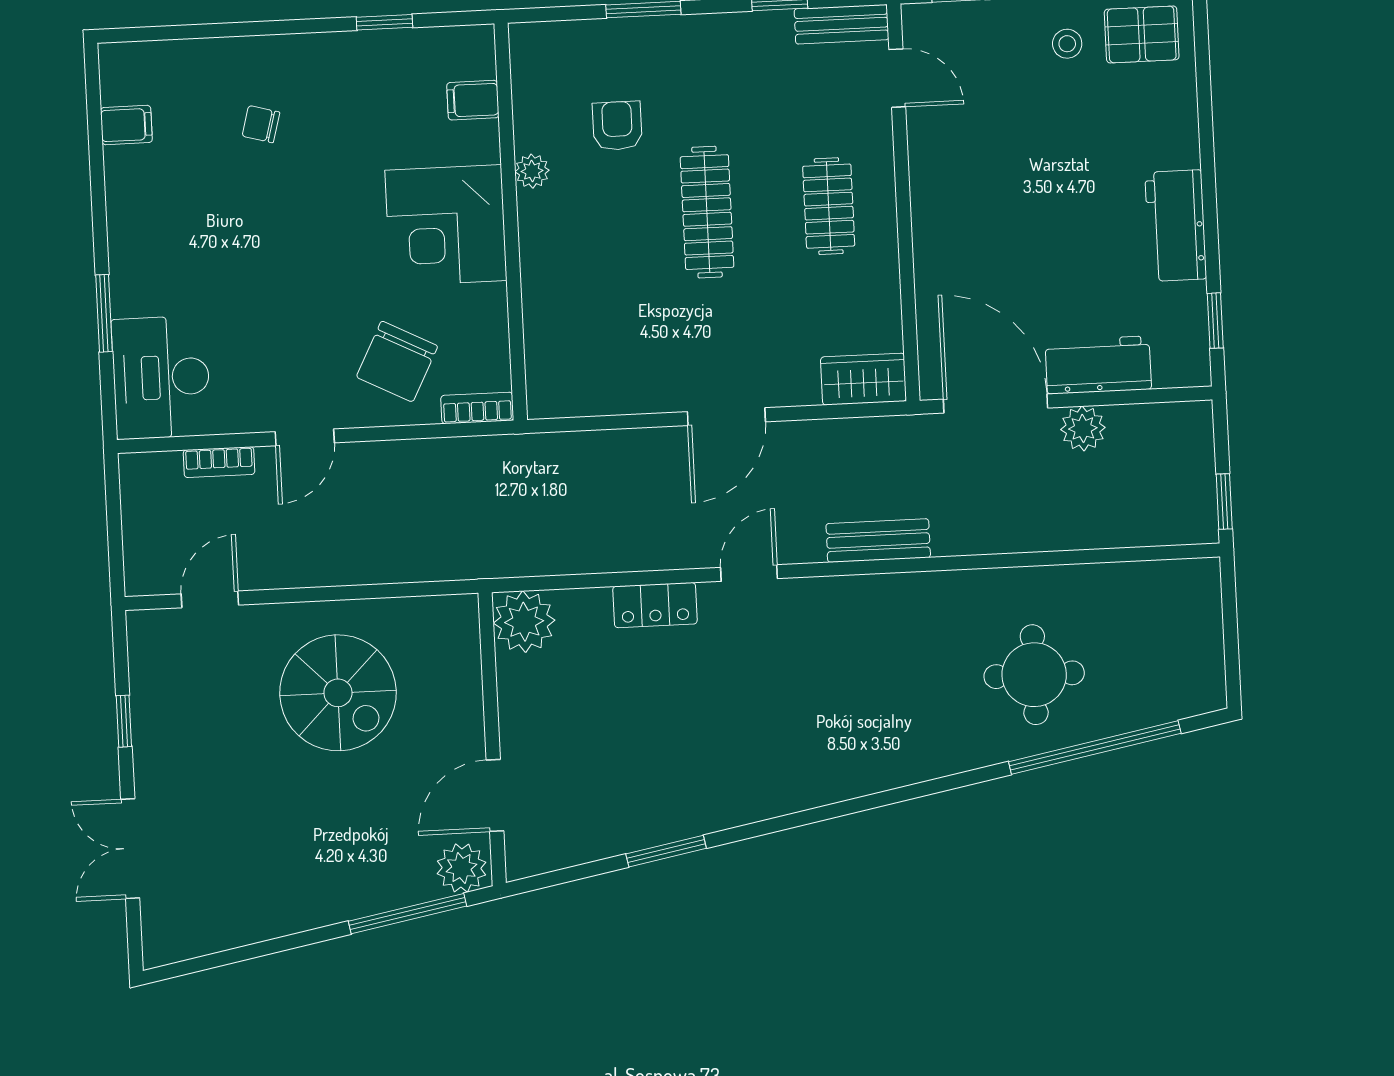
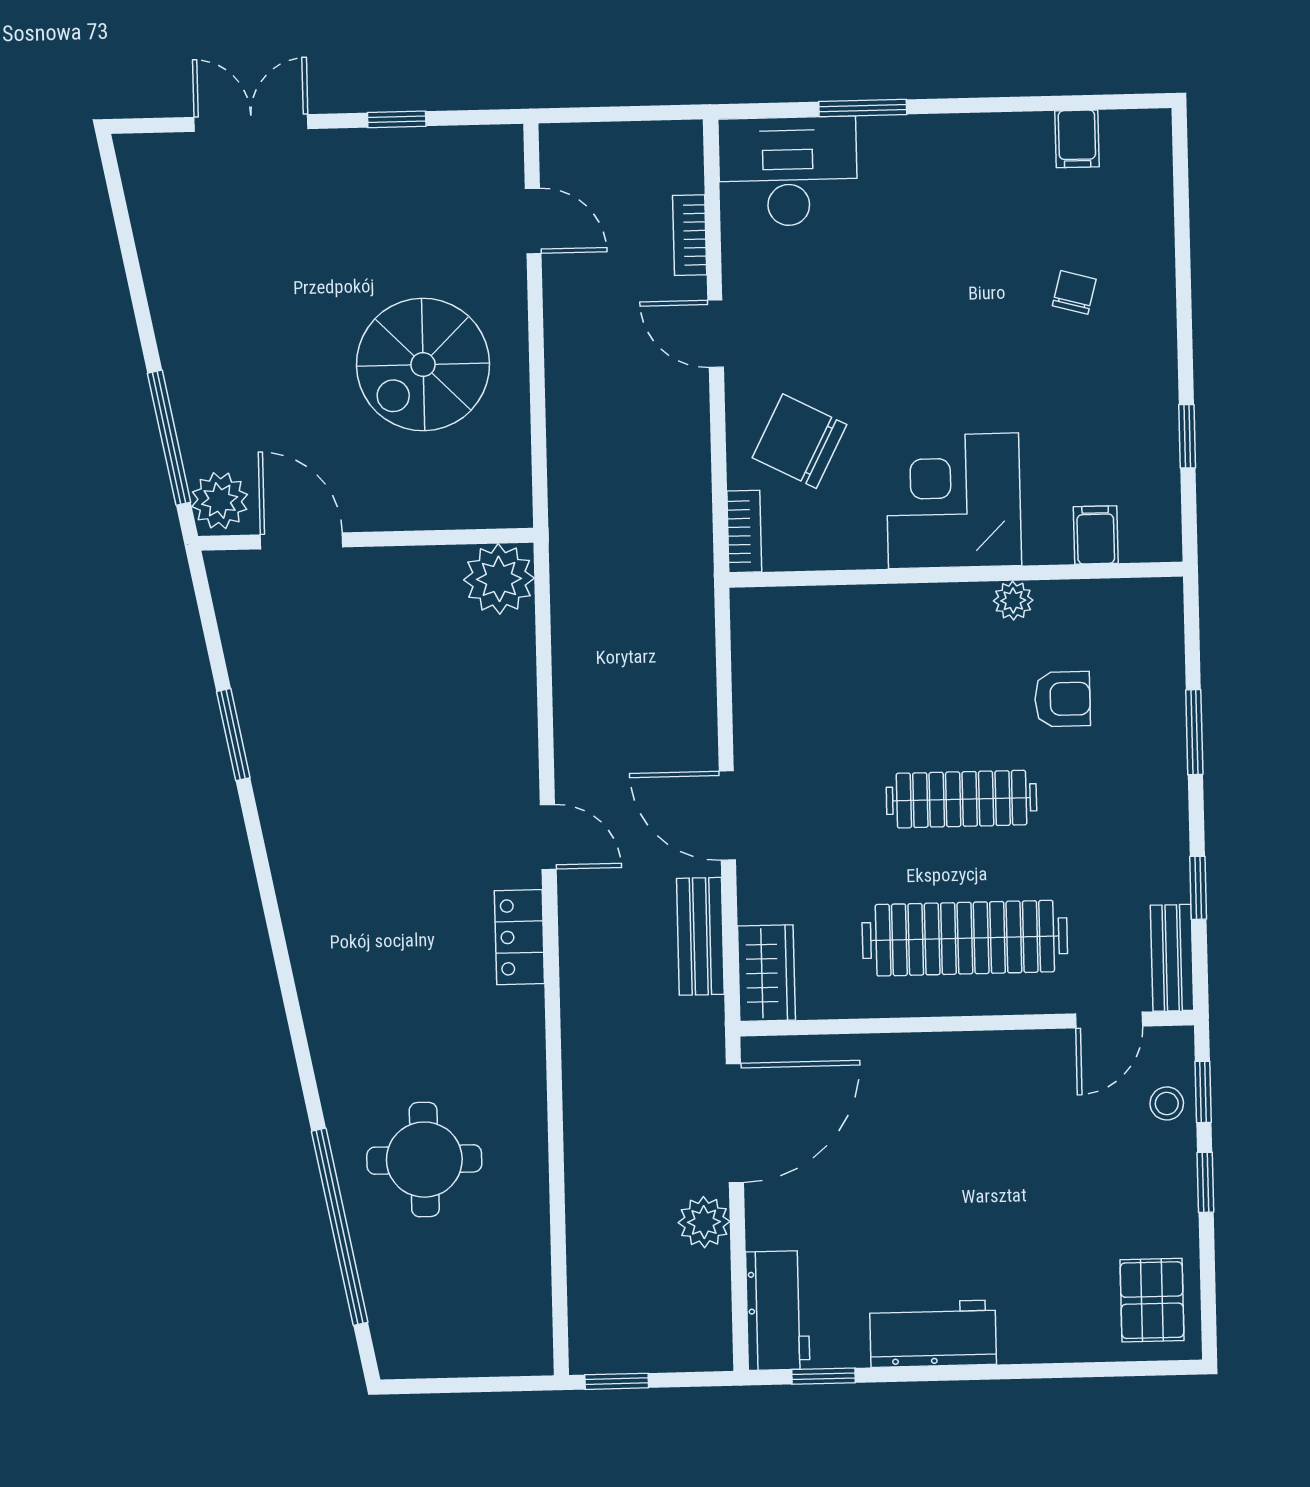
stool: (1067, 44) -> (1167, 1103), moved
clothes rail: (829, 206) -> (965, 938), width x1.86, depth x1.31
workbench: (1098, 365) -> (778, 1310), moved
bench: (878, 541) -> (700, 936), moved
locker: (655, 605) -> (519, 937), moved

